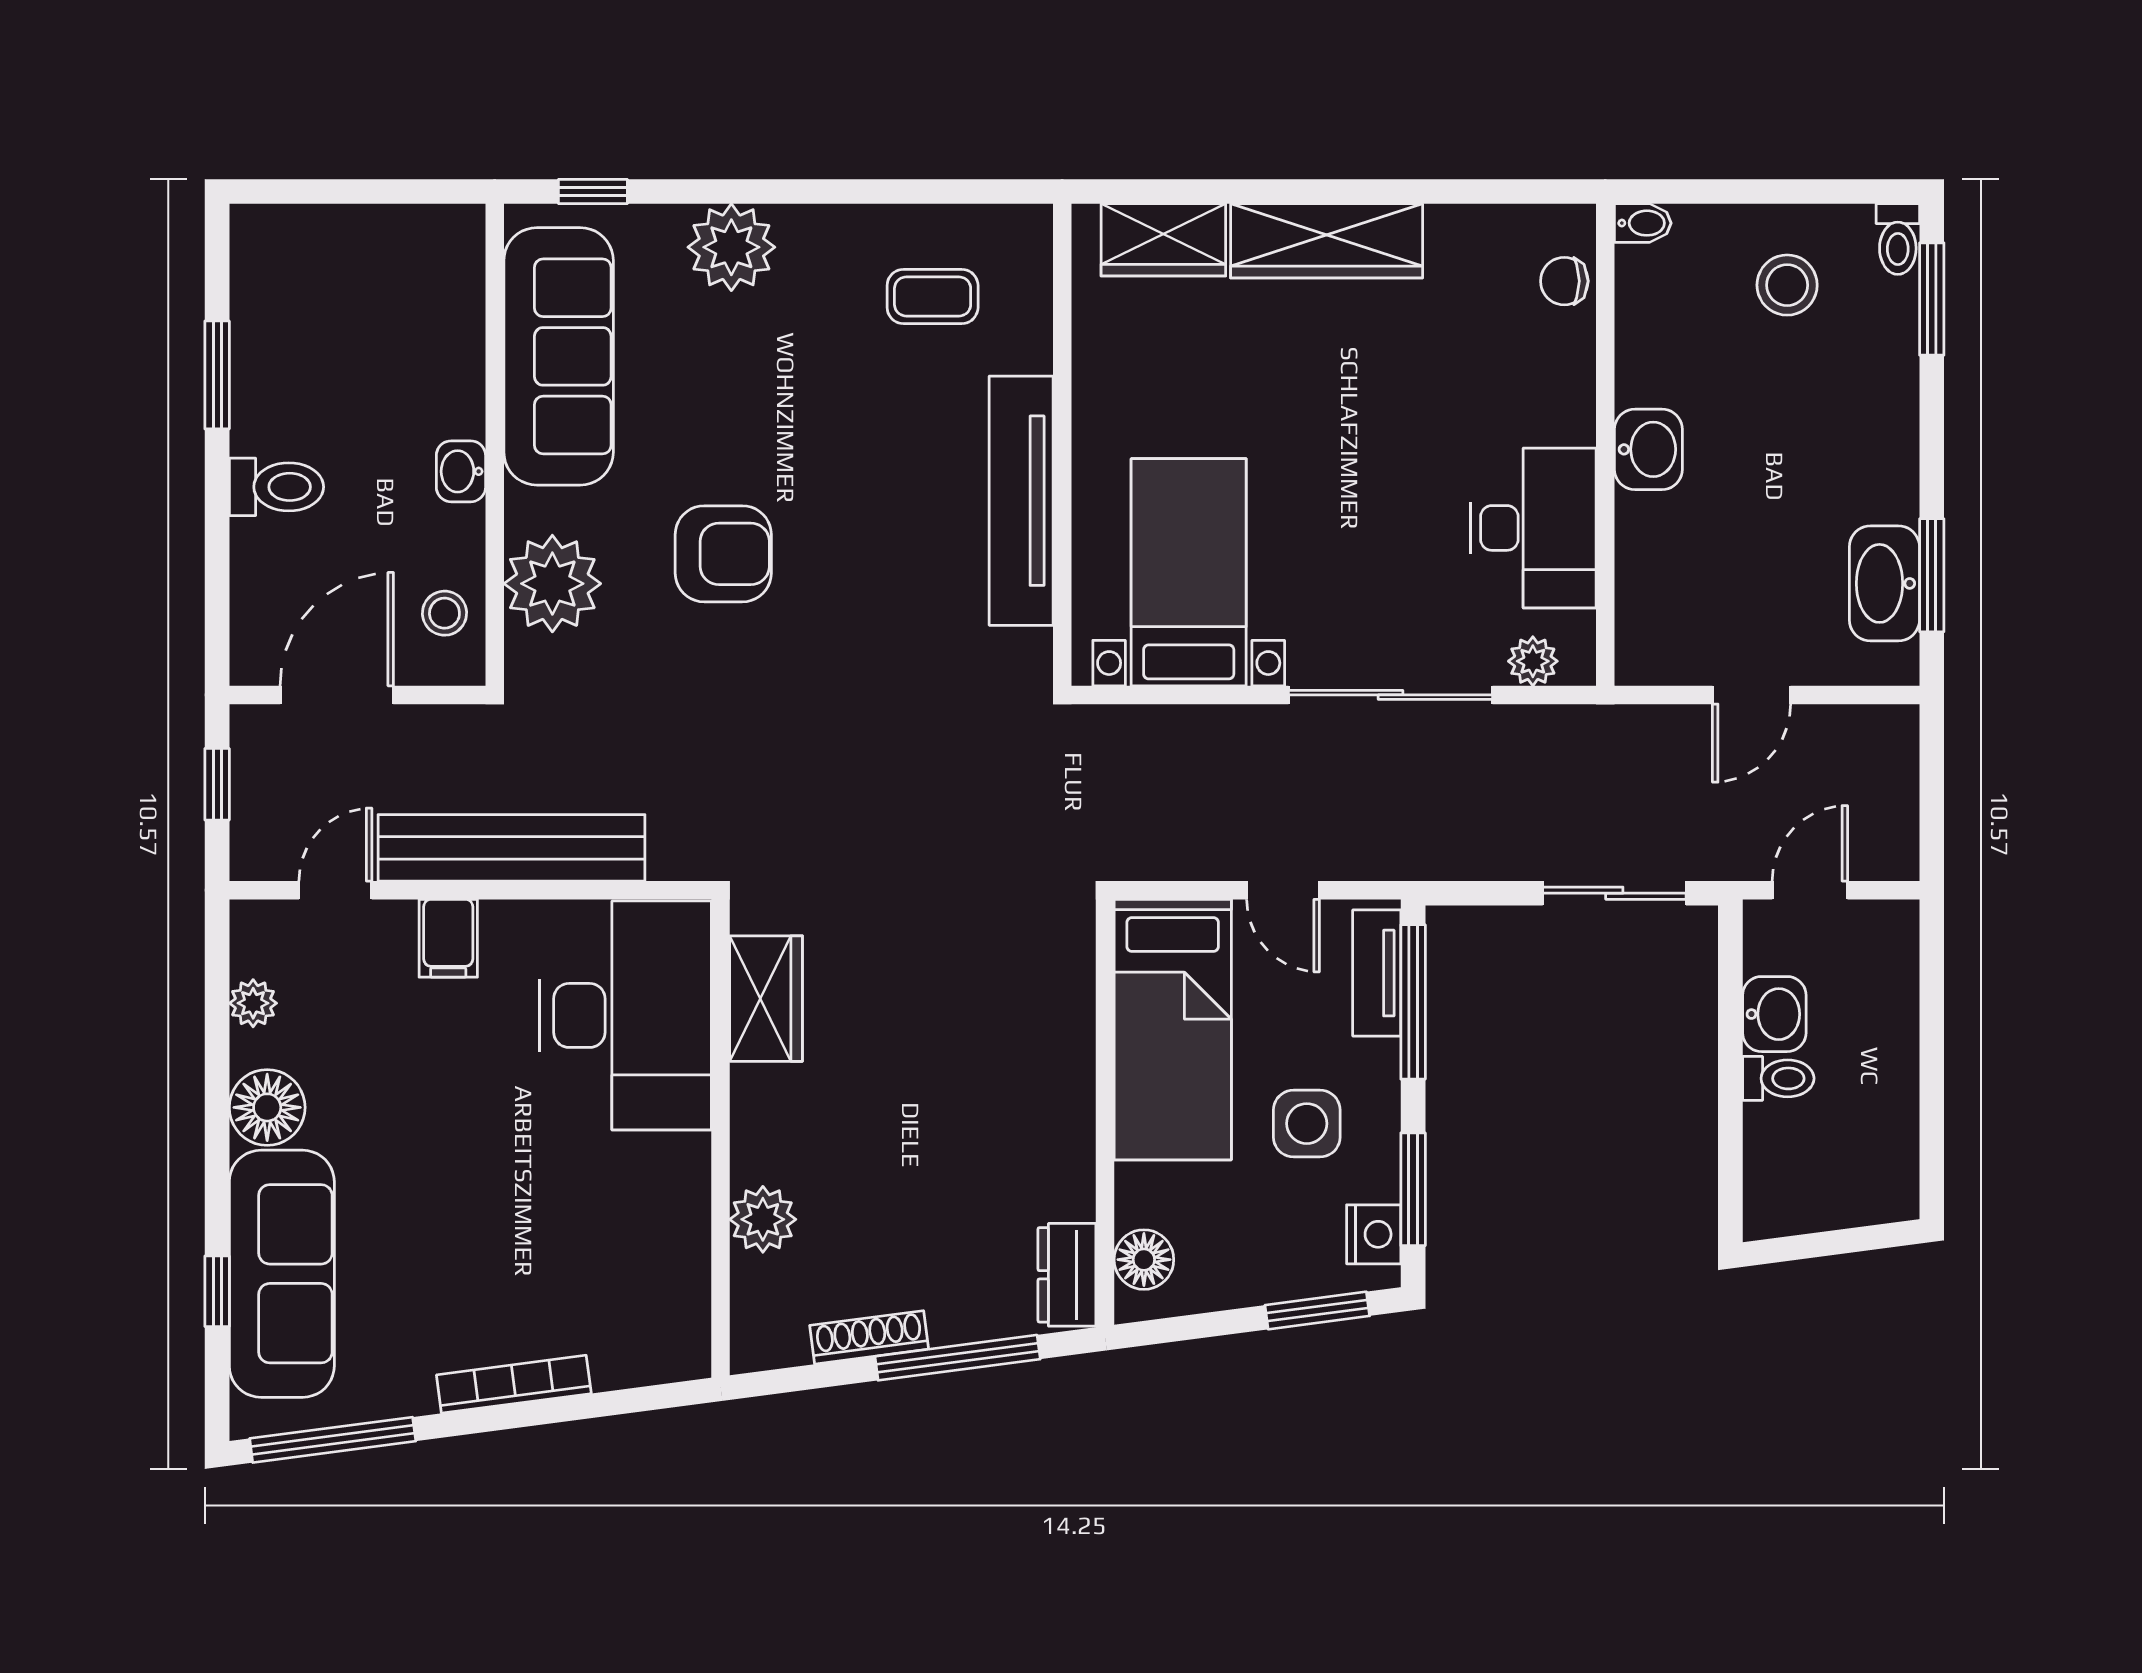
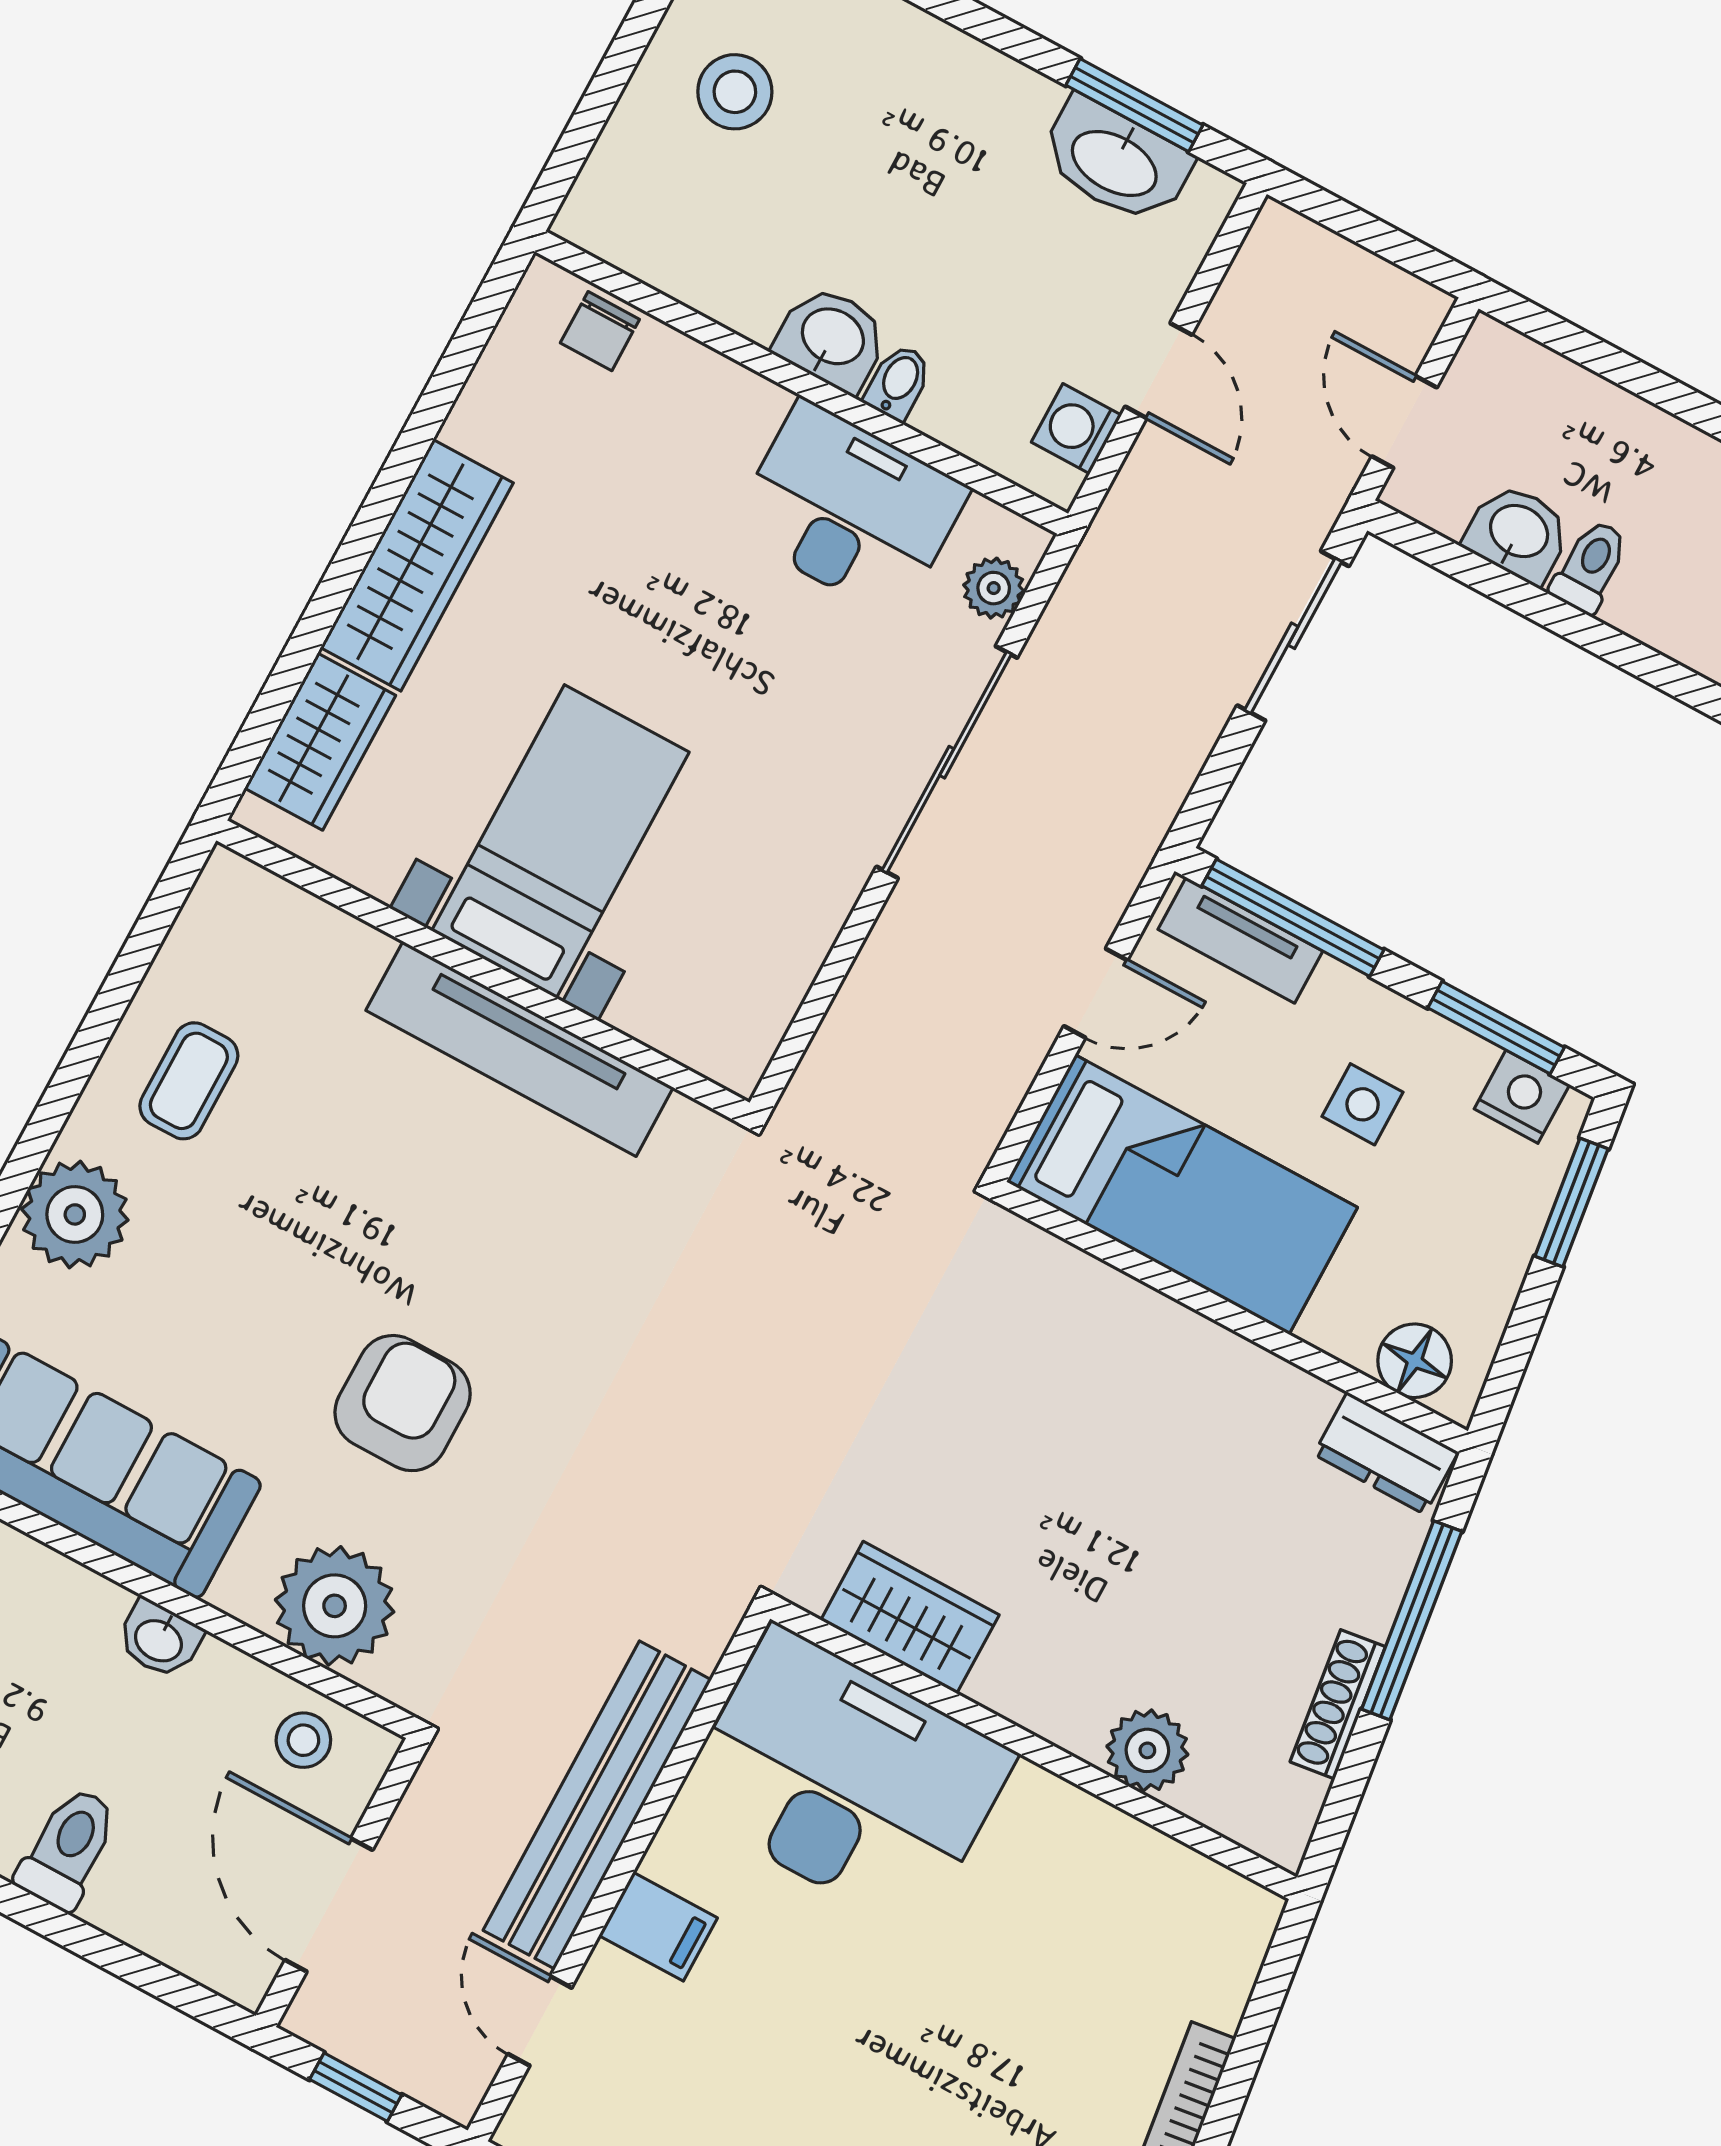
bidet: (1643, 223) -> (898, 382), moved
coffee table: (933, 296) -> (189, 1081), moved
bed with nightstands: (1189, 572) -> (560, 841), moved, turned 90
washing machine: (1678, 659) -> (1076, 429), added
side table: (1307, 1124) -> (1363, 1104), width x0.73, depth x0.73

